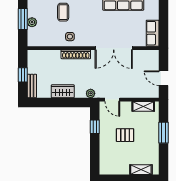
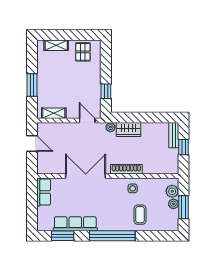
plant: (33, 34) -> (172, 191), added
wardrobe: (63, 91) -> (128, 129), moved
pallet: (125, 135) -> (83, 52), moved, turned 90

